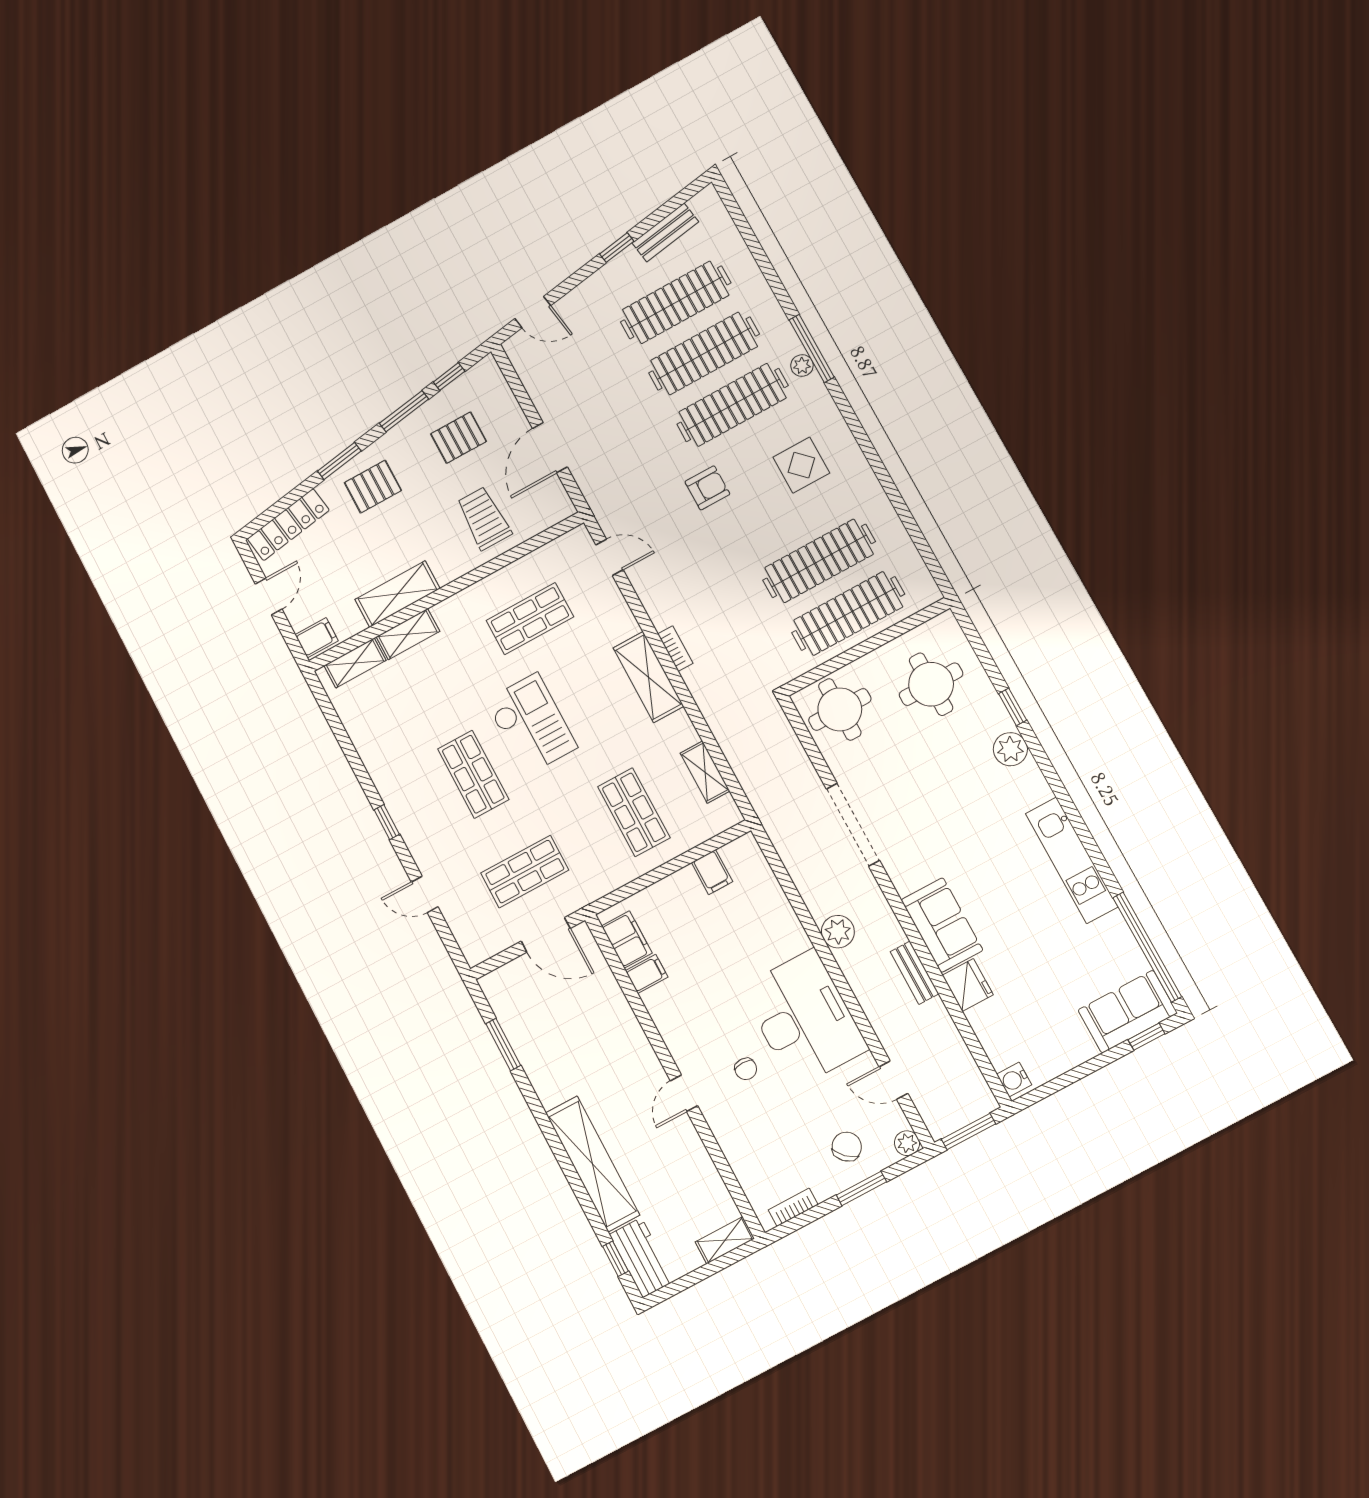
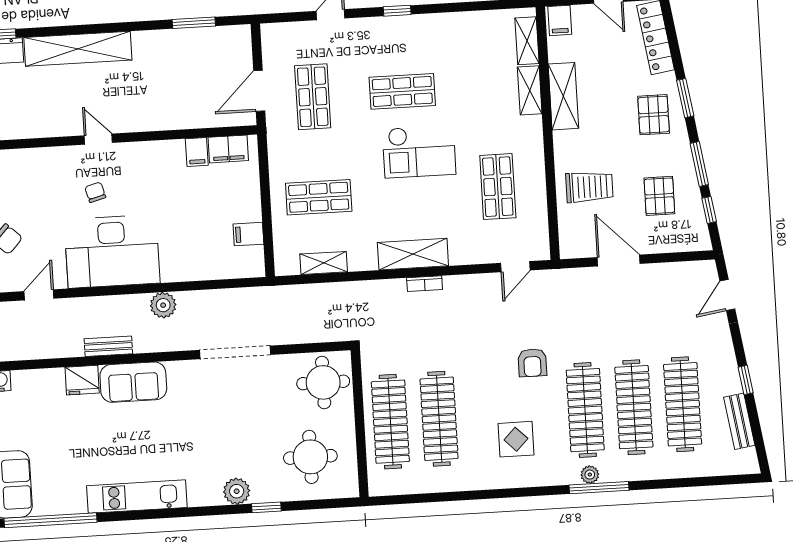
chair: (746, 1069) -> (95, 192), turned 75

